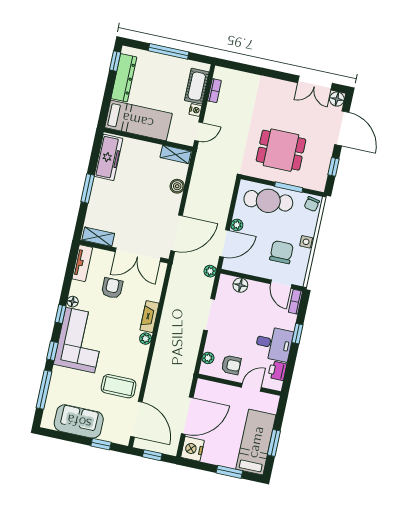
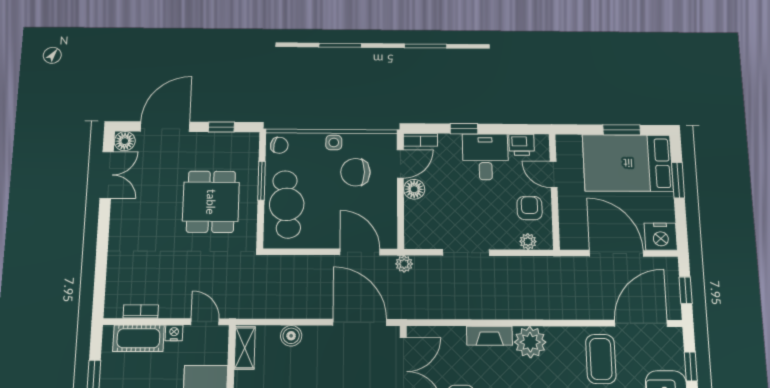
plant: (237, 225) -> (330, 240), removed
floor lamp: (240, 285) -> (414, 189), moved
plant: (146, 339) -> (530, 342), width x1.87, depth x1.87
bed: (256, 442) -> (628, 163), width x1.50

